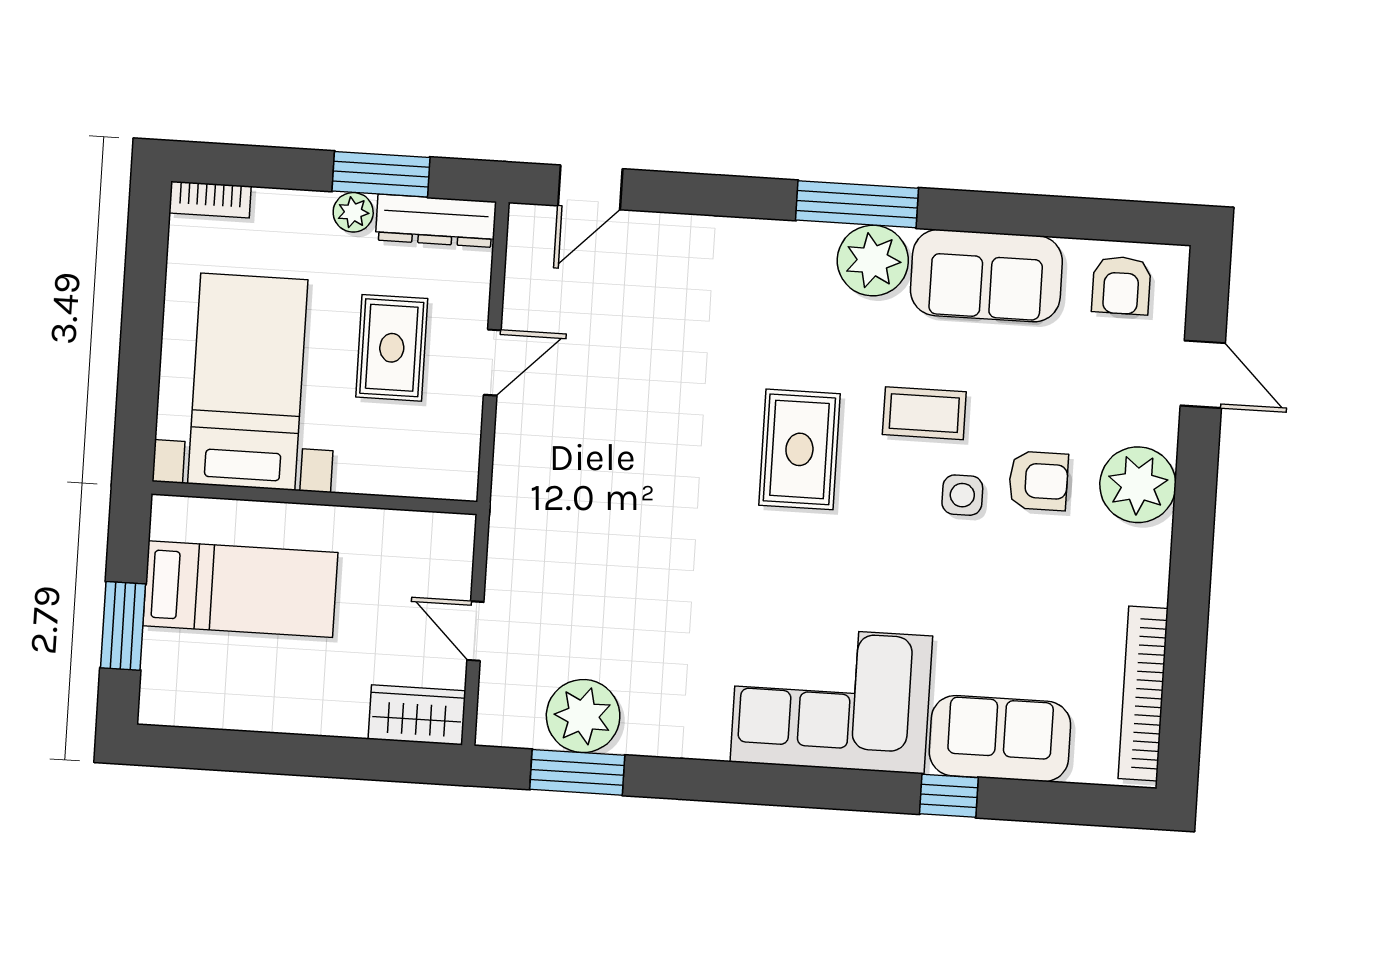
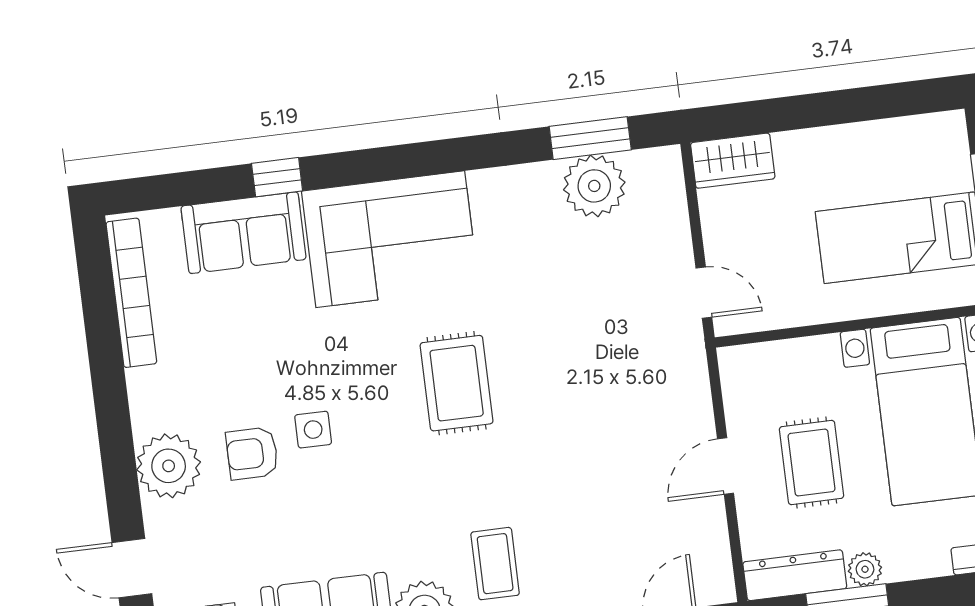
coffee table: (924, 413) -> (495, 564), moved, turned 90
rug: (799, 449) -> (457, 383), moved
door: (475, 631) -> (704, 293), moved

